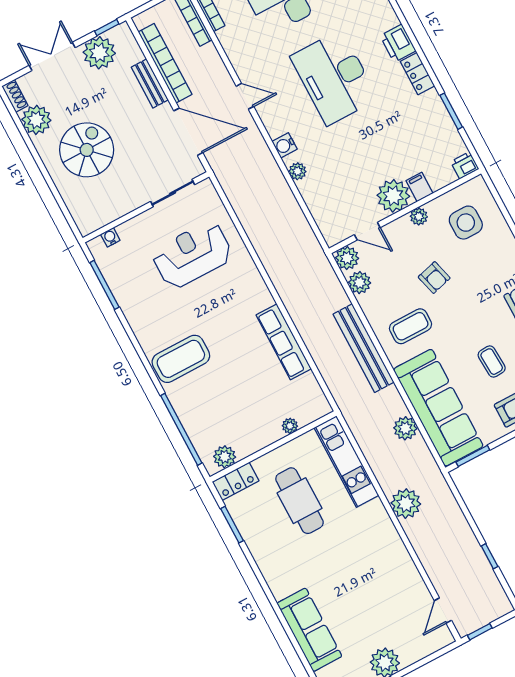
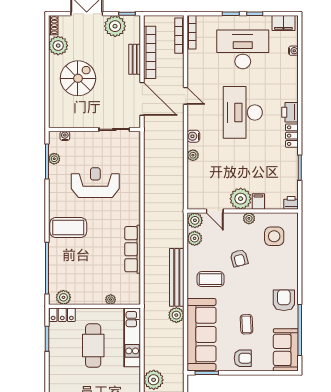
reception desk: (192, 255) -> (95, 183), moved
plant: (112, 276) -> (54, 159), added
plant: (405, 428) -> (176, 315), moved

